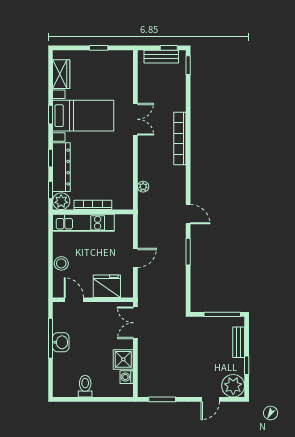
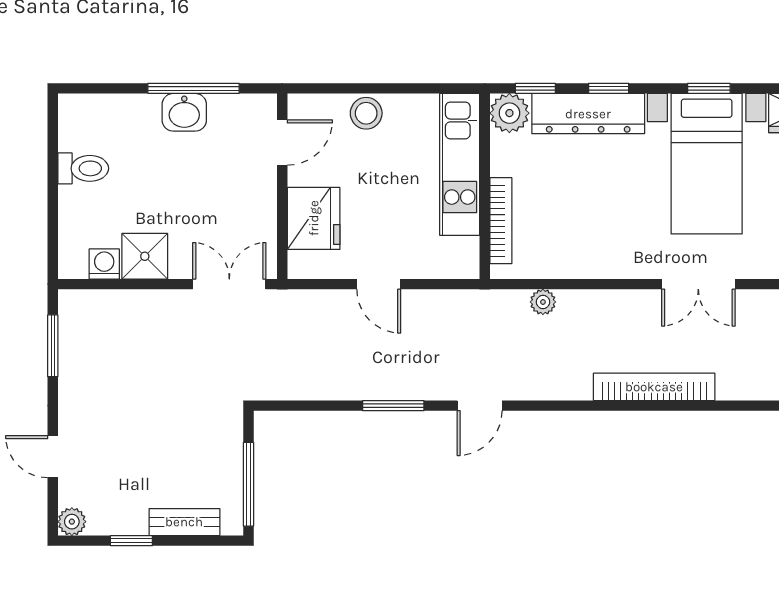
bookcase: (93, 205) -> (501, 221), moved
plant: (233, 386) -> (72, 522), width x0.53, depth x0.53

